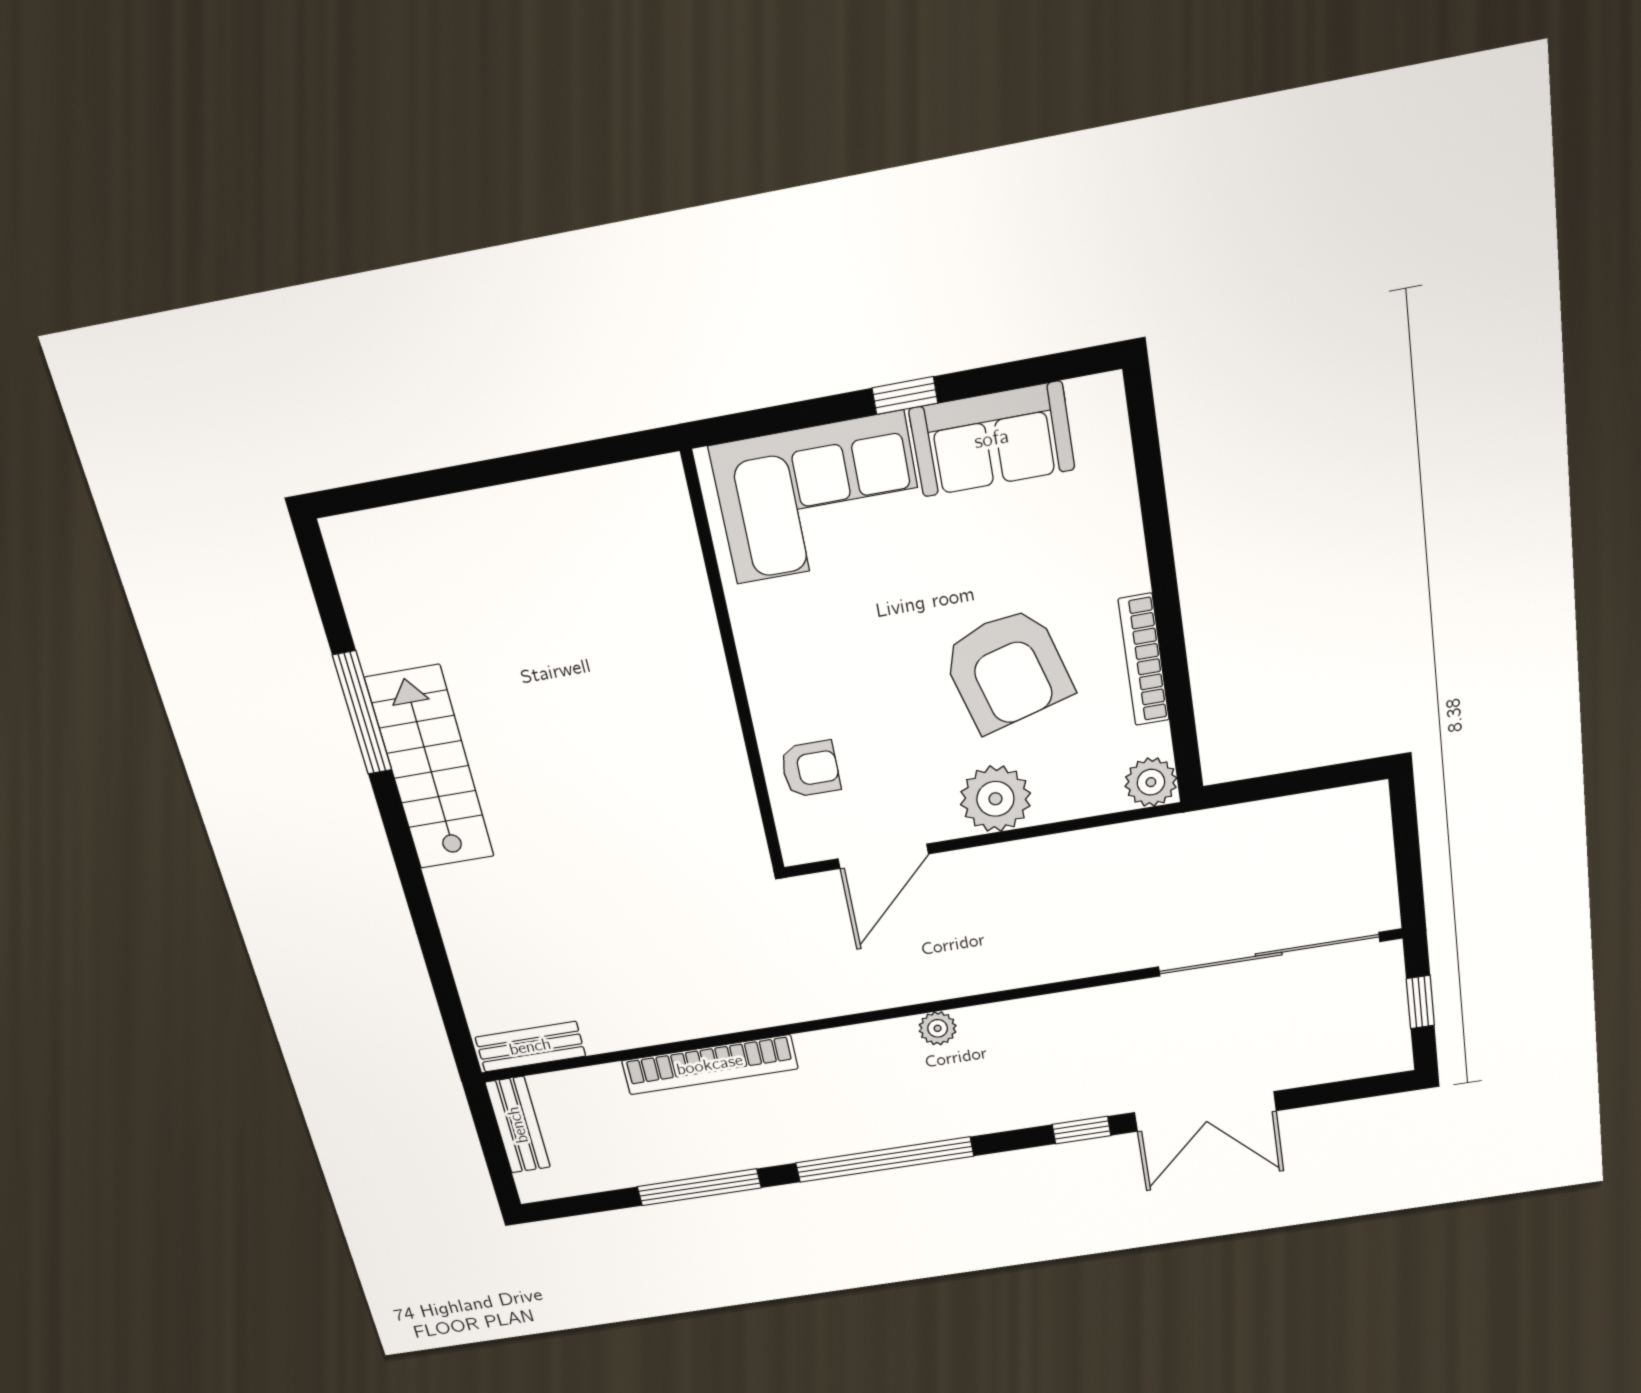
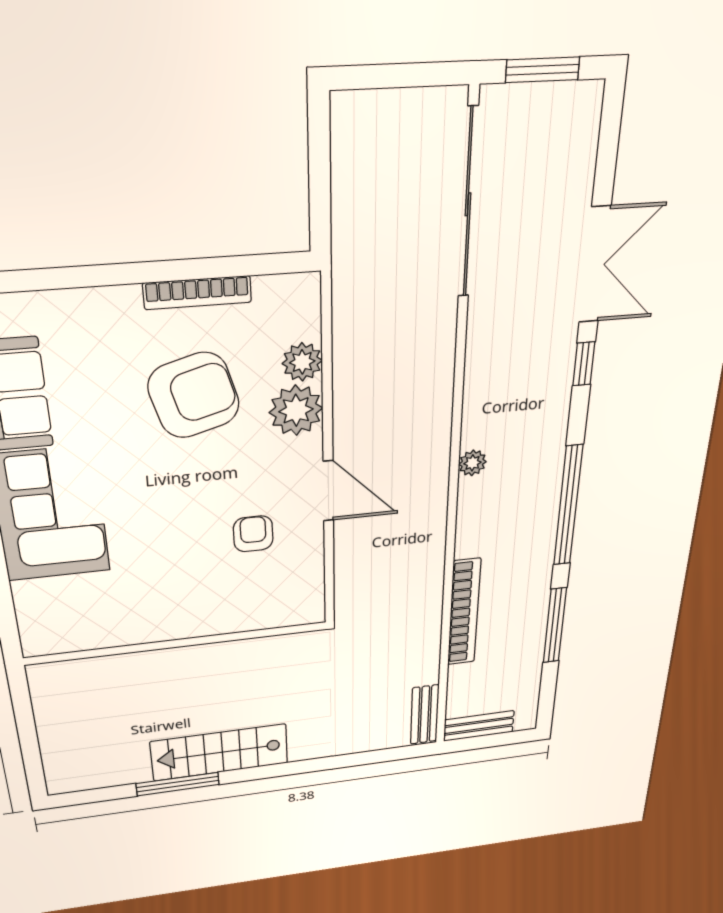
wall: (734, 668) -> (178, 643), moved
plant: (1151, 782) -> (302, 362), moved
window: (1420, 1002) -> (543, 70), width x1.50

